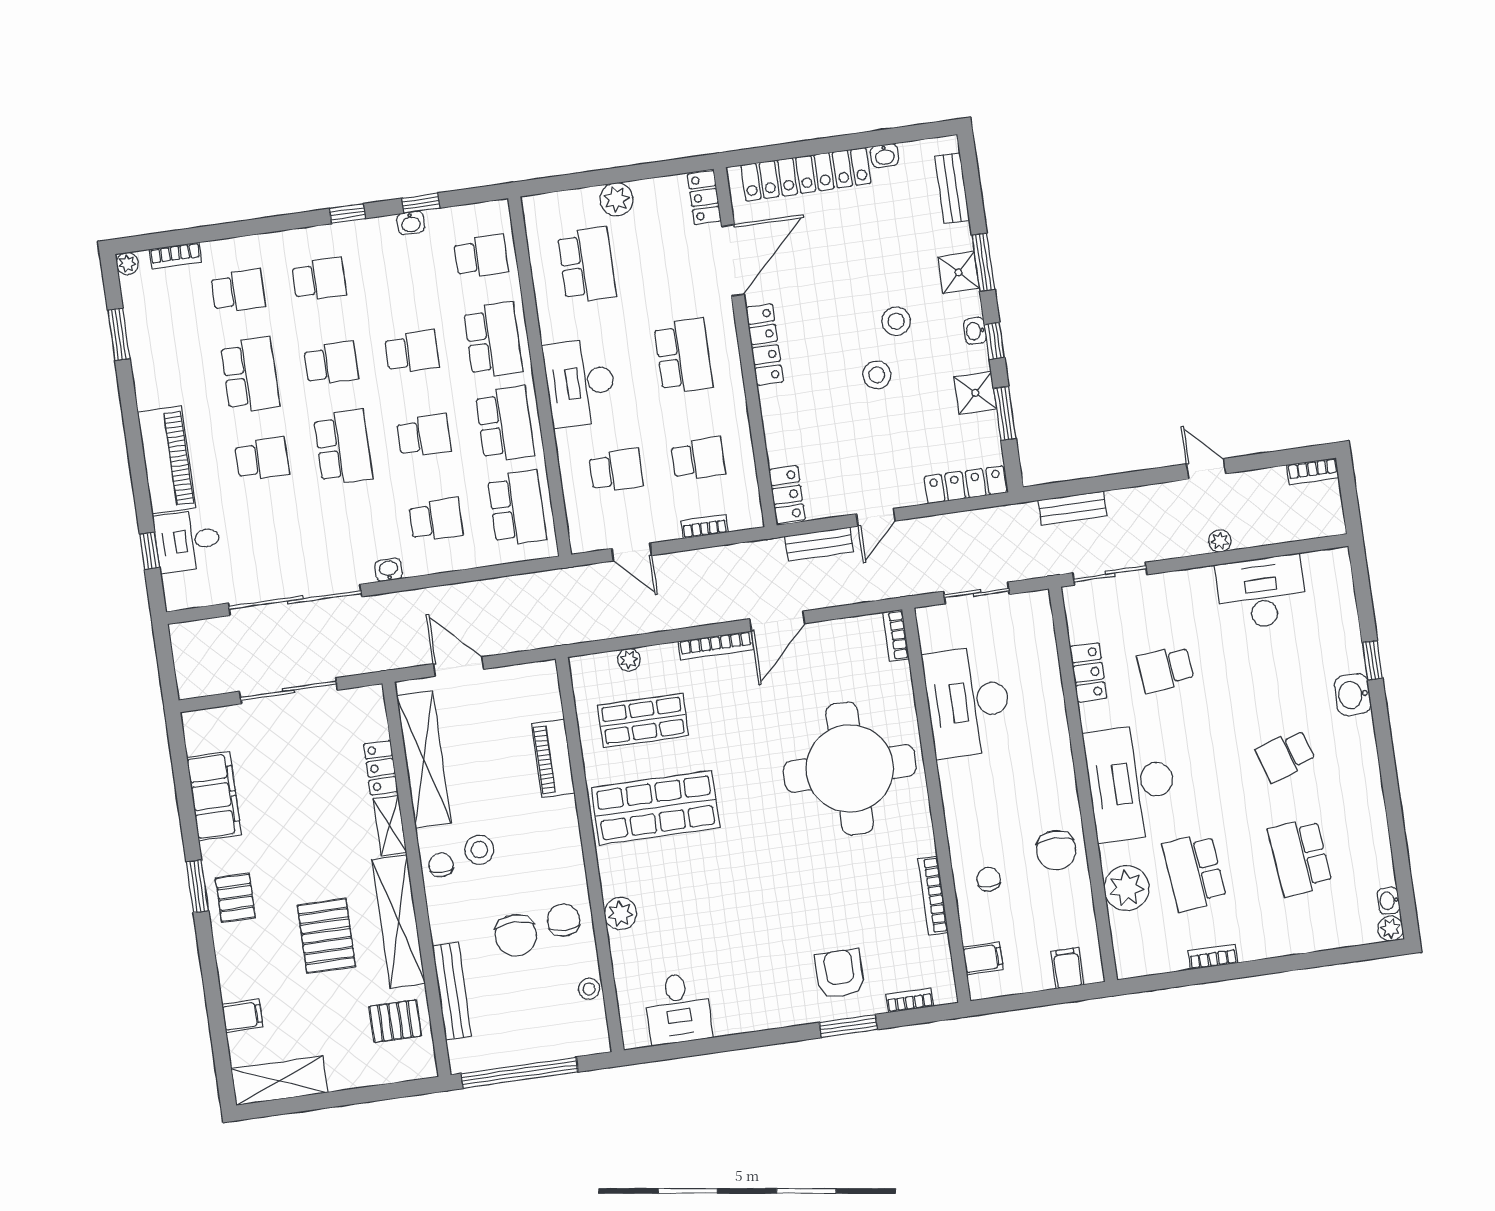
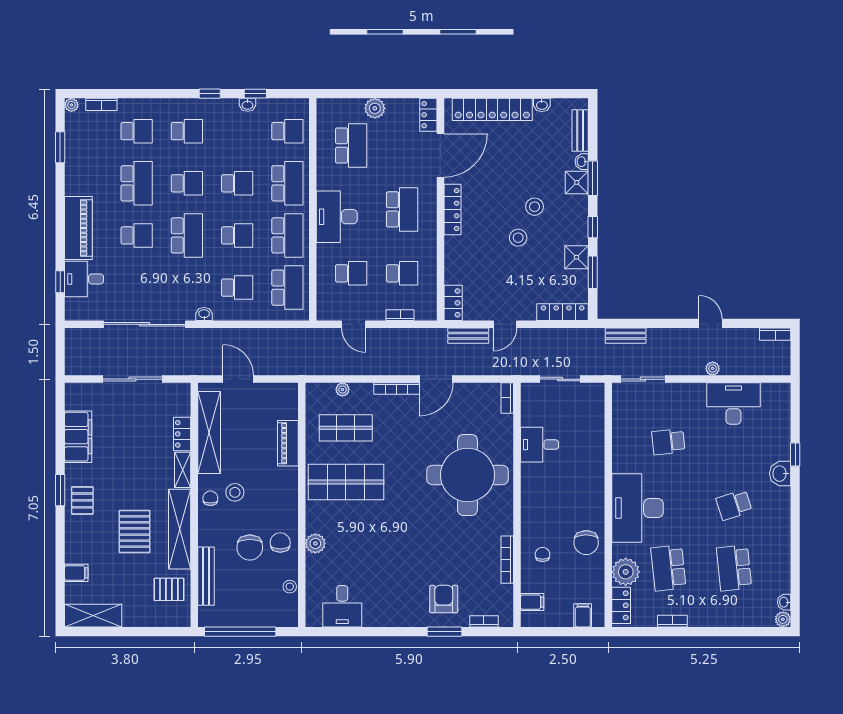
washbasin: (975, 331) -> (582, 162), moved
locker: (1088, 672) -> (621, 605), moved
desk: (968, 702) -> (540, 445), width x0.53, depth x0.77

